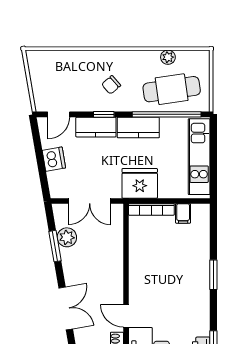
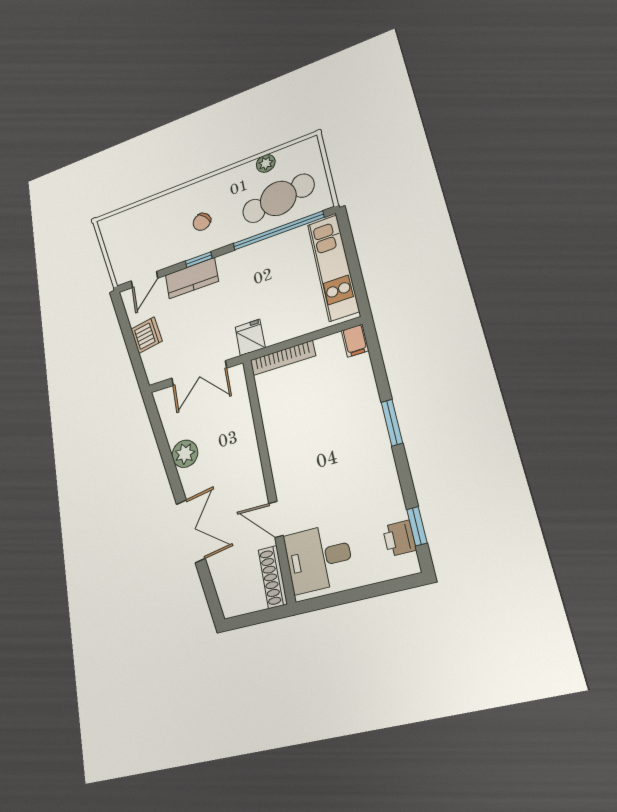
kitchen counter: (138, 128) -> (245, 260), removed
fridge: (140, 183) -> (250, 337), width x0.53, depth x0.75
filing cabinet: (183, 213) -> (355, 341), moved
plant: (67, 237) -> (185, 454), moved
window: (55, 246) -> (164, 447), removed

